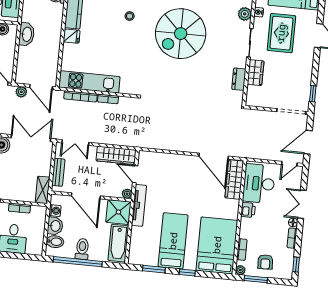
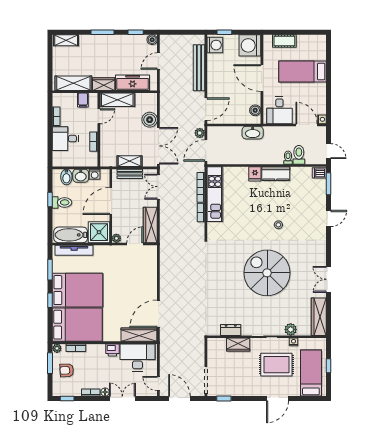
shelving: (43, 190) -> (129, 161), moved
tv unit: (139, 205) -> (74, 250), moved
bed: (173, 241) -> (78, 290), width x1.50
window: (78, 262) -> (50, 200), width x0.32

